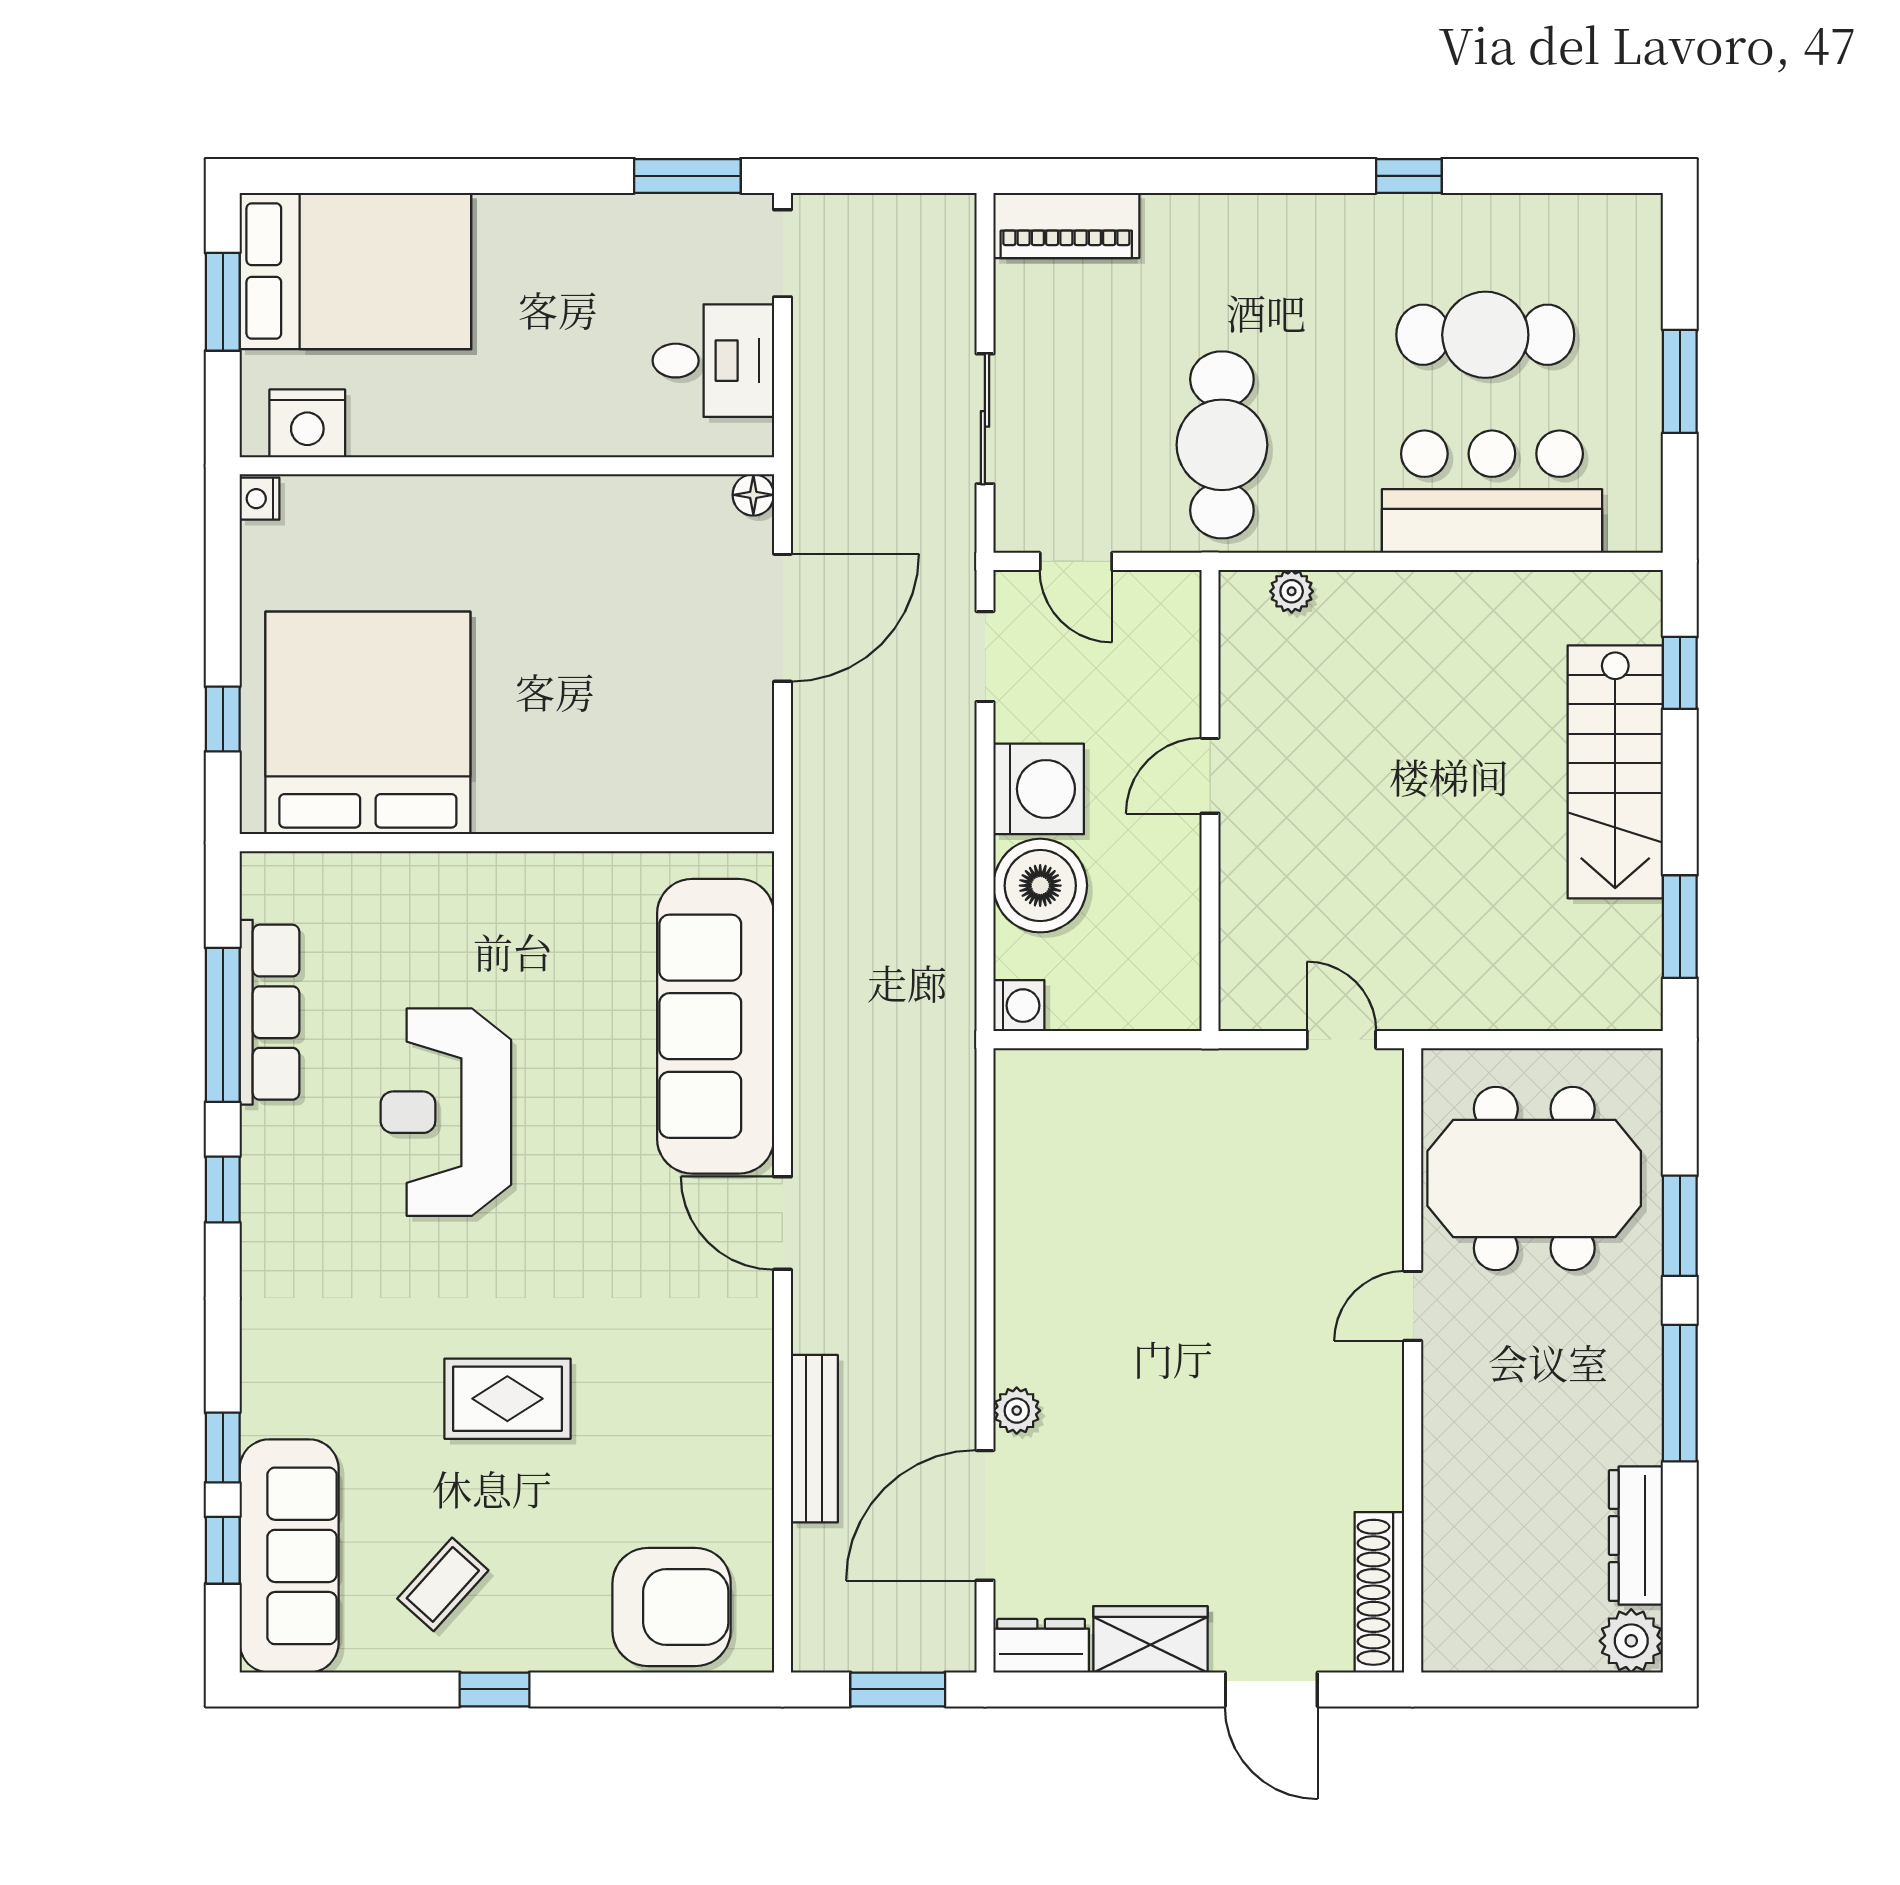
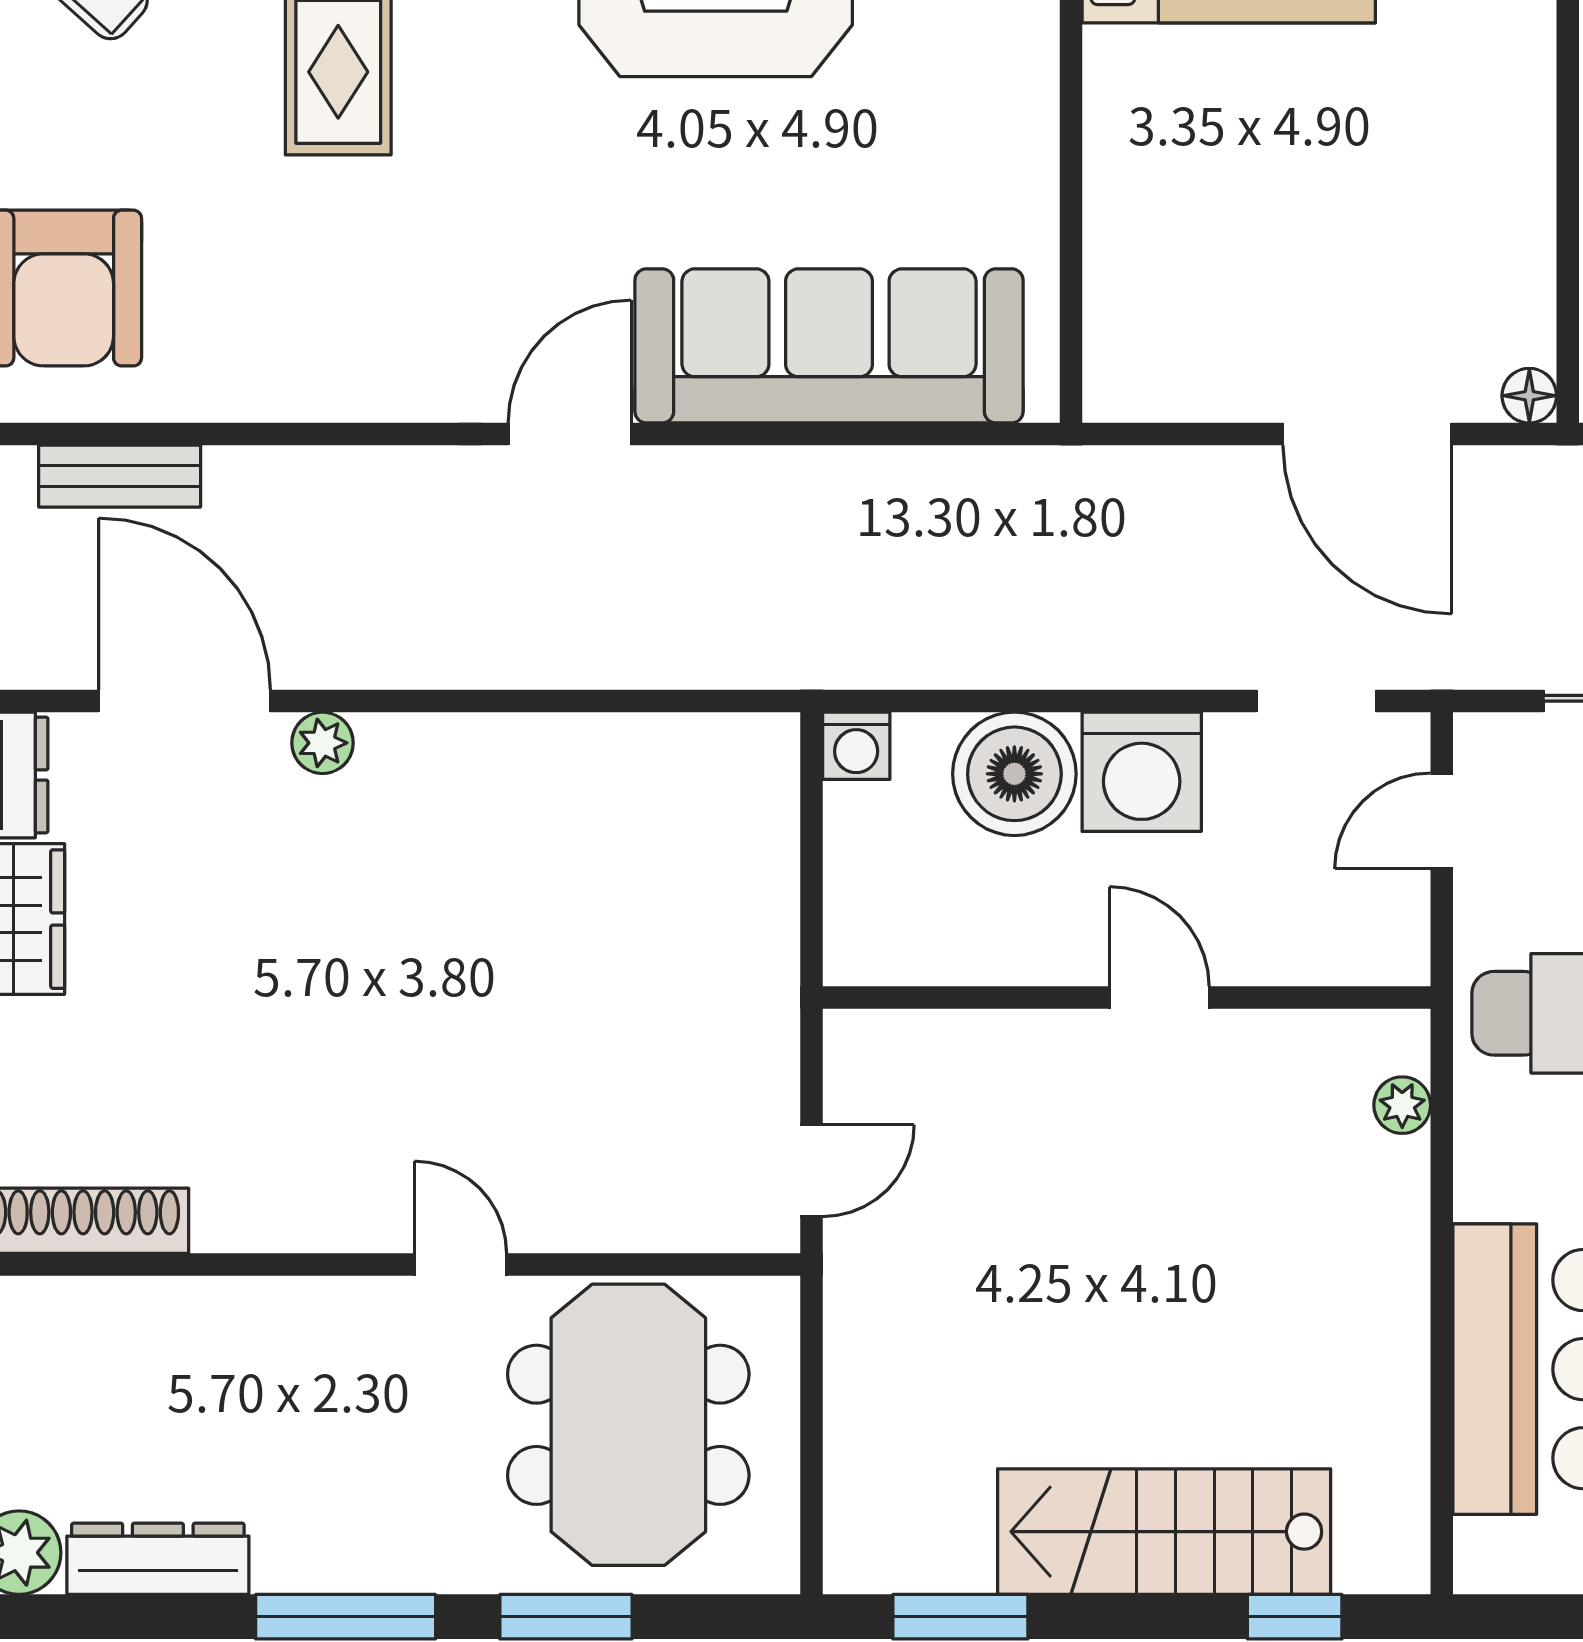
bench: (814, 1439) -> (120, 476), moved, width x0.73

